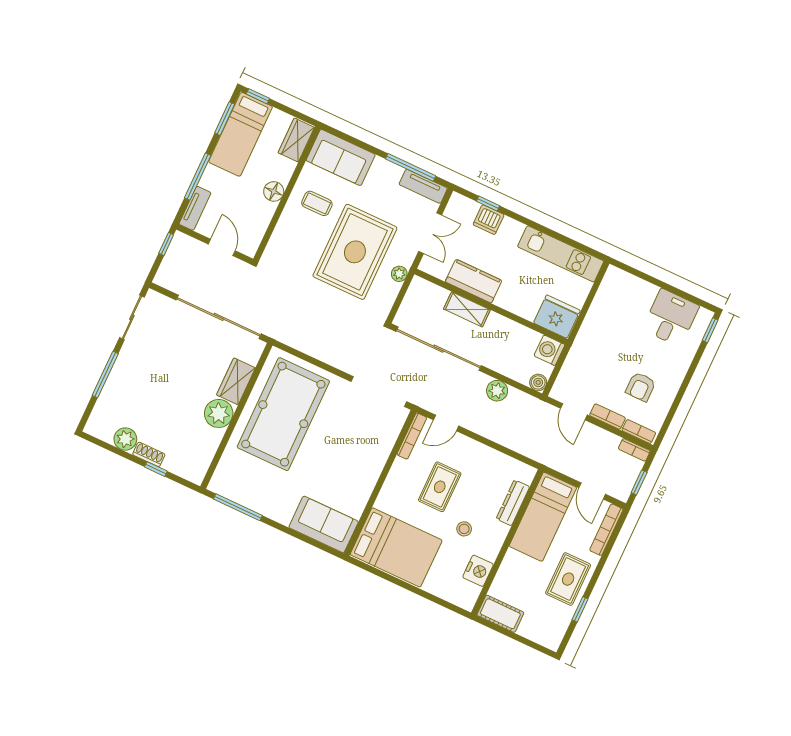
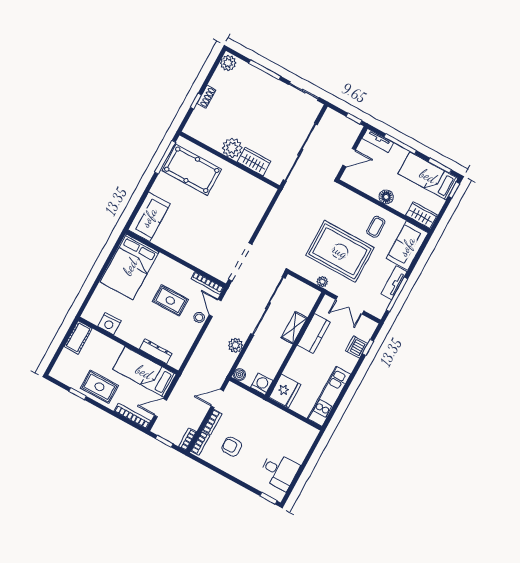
tv unit: (423, 186) -> (394, 283), moved
pool table: (283, 414) -> (192, 170), moved, width x0.73, depth x0.76
plant: (125, 439) -> (228, 63), moved
stool: (464, 529) -> (199, 317), moved

